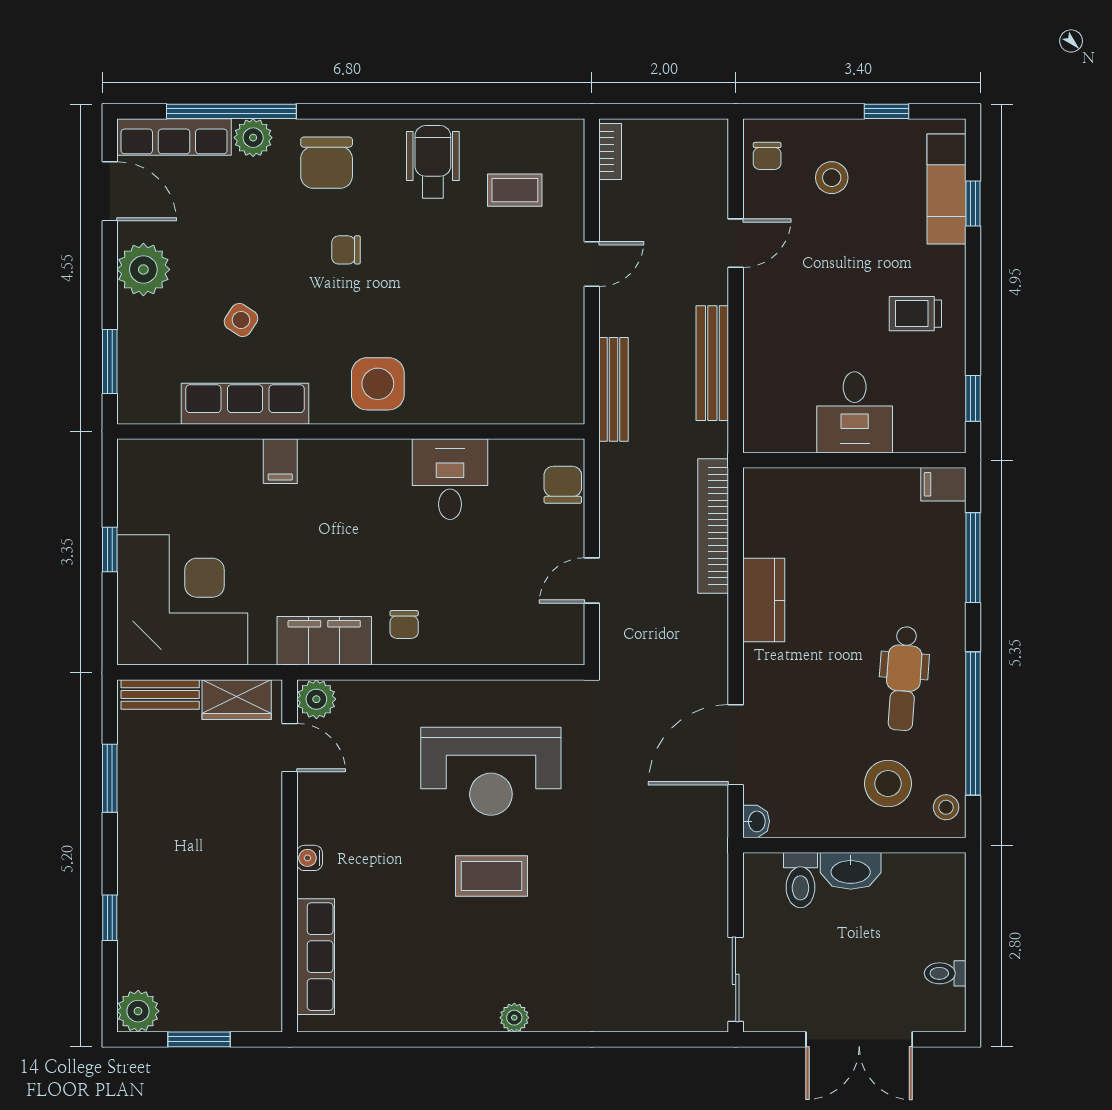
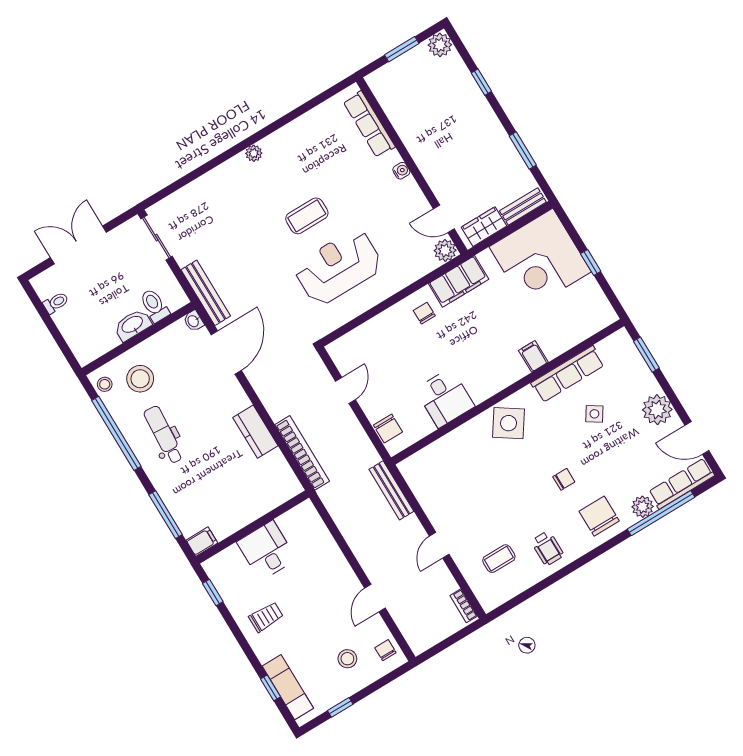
wheelchair: (433, 162) -> (547, 548), width x0.73, depth x0.73
bench: (712, 363) -> (206, 293), moved
side table: (378, 384) -> (509, 423), turned 34

